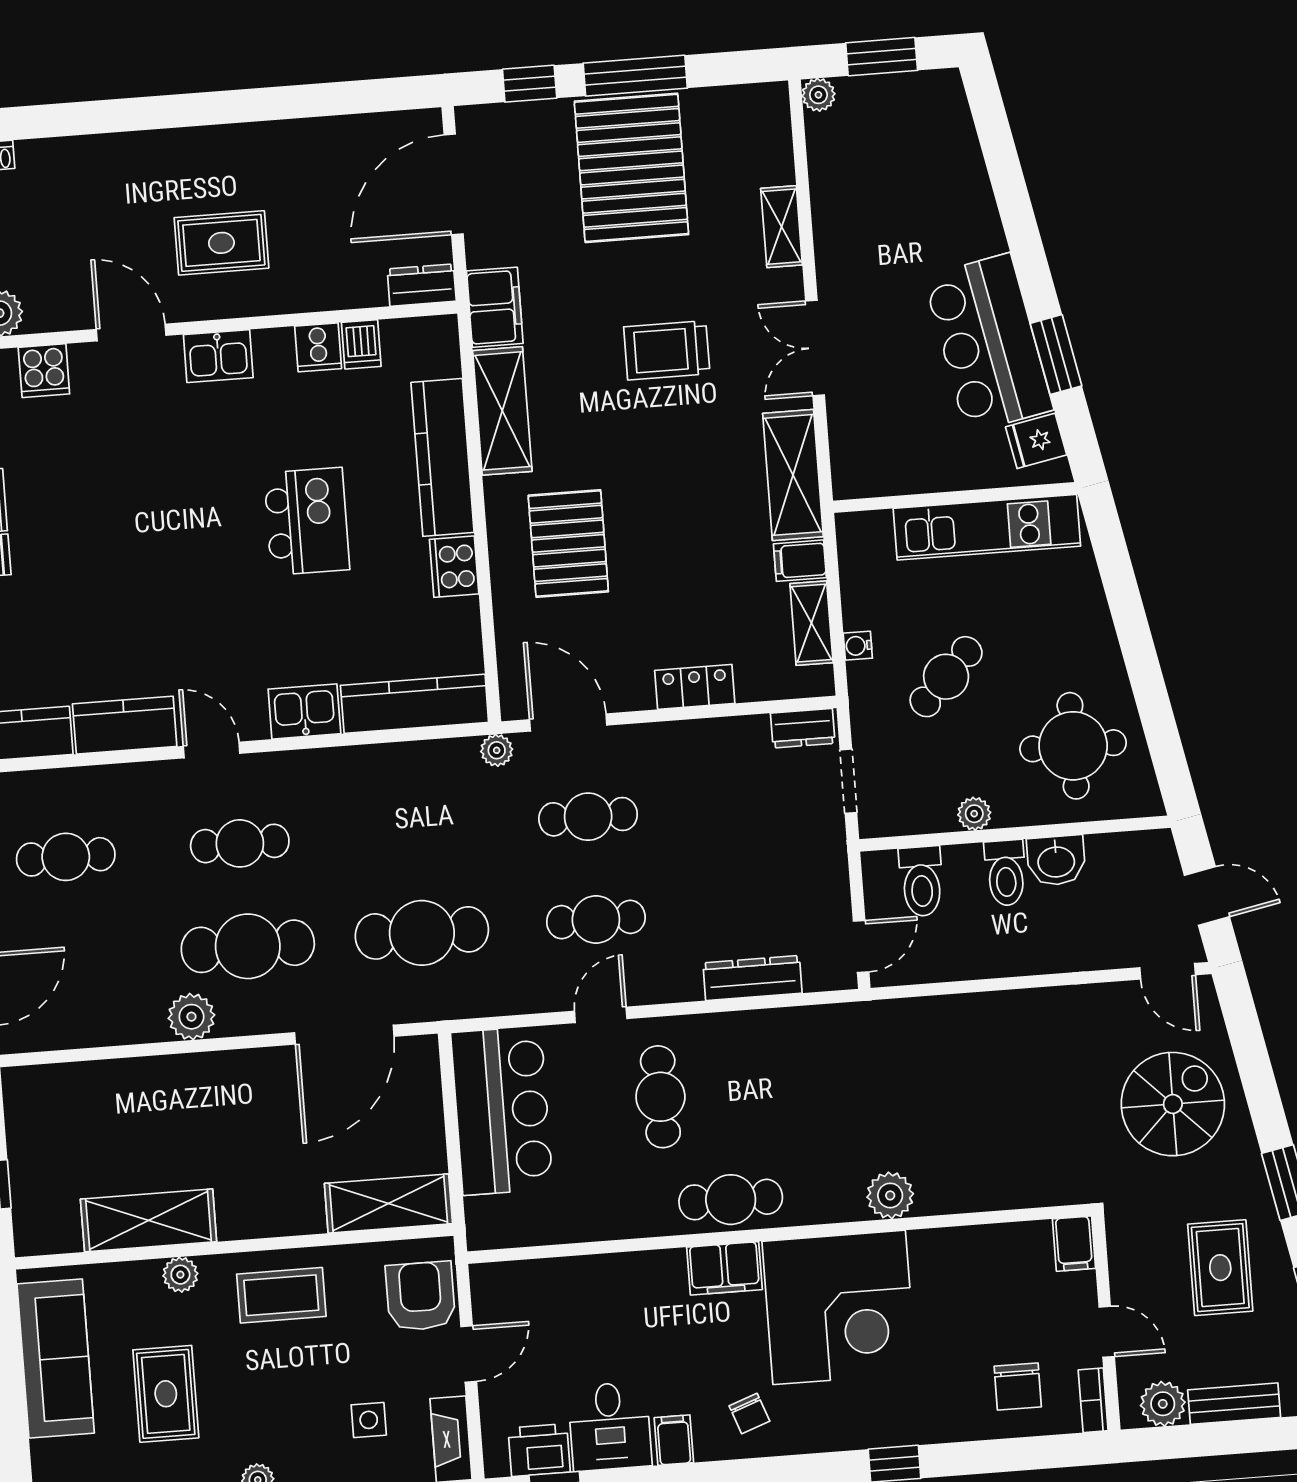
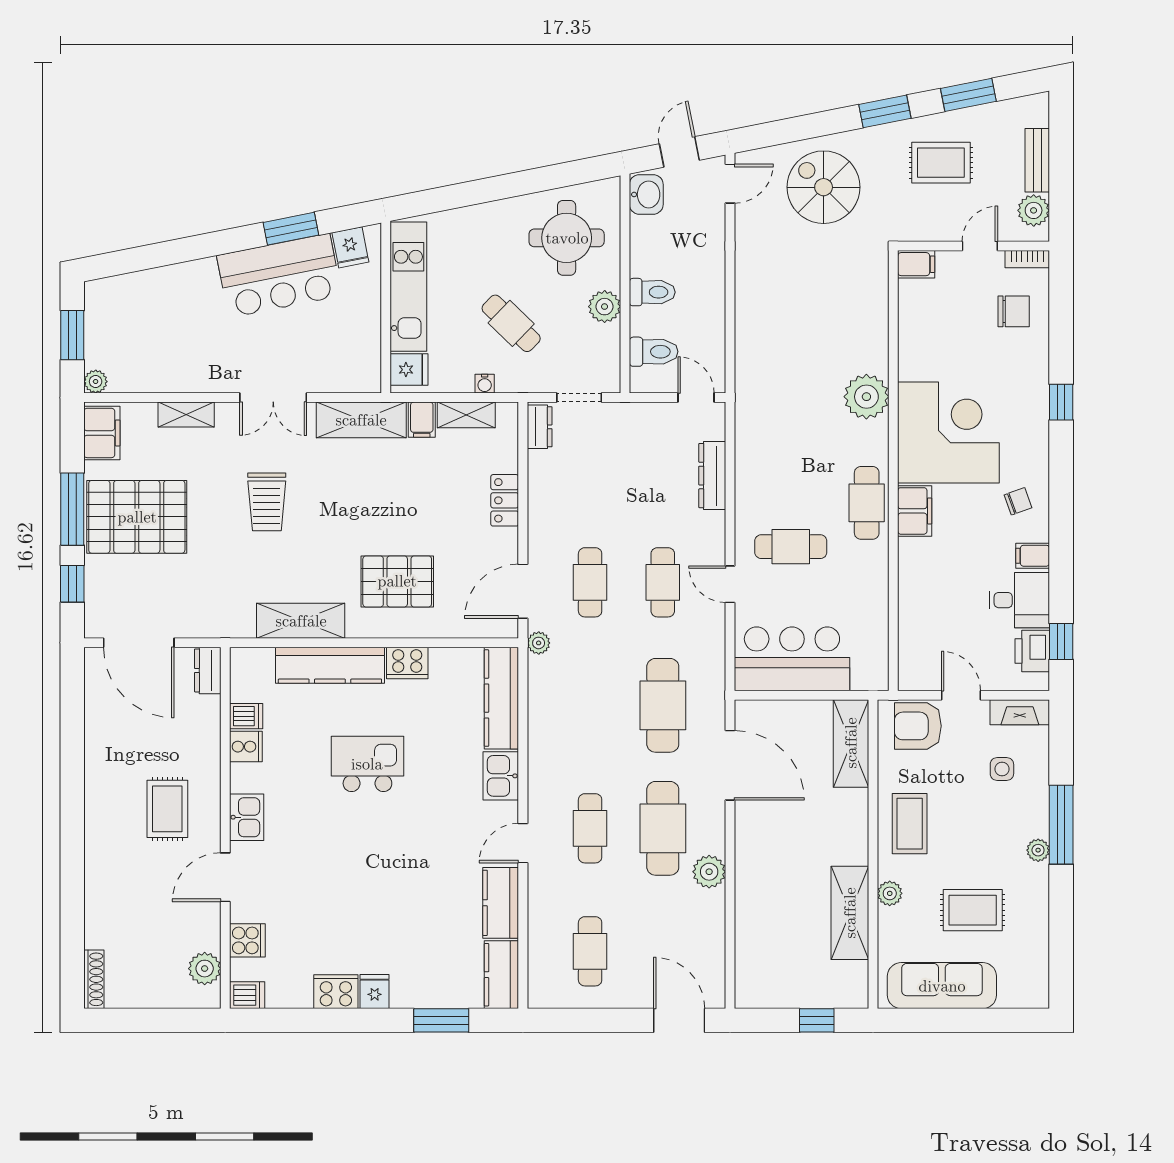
filing cabinet: (495, 307) -> (102, 433), moved, turned 90
fridge: (870, 537) -> (409, 370), added
plant: (974, 814) -> (605, 307), width x1.38, depth x1.38
washbasin: (1056, 861) -> (646, 194), moved
plant: (890, 1195) -> (866, 397), width x1.36, depth x1.36

